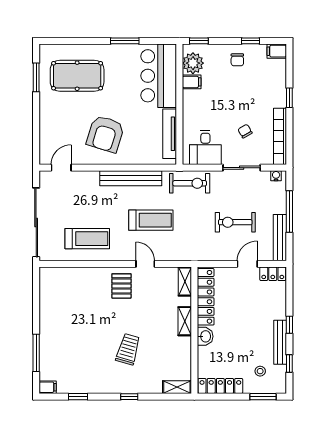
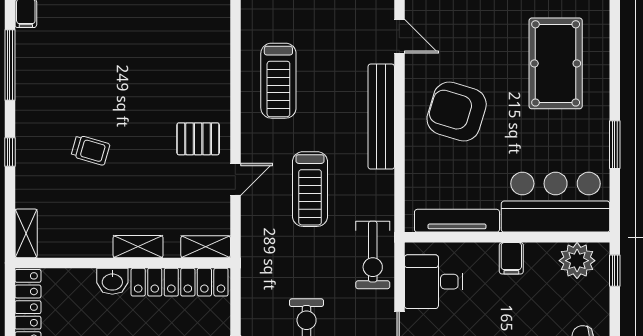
filing cabinet: (192, 82) -> (511, 258), moved
bench: (131, 178) -> (381, 117), moved
trolley: (128, 349) -> (90, 150), width x0.73, depth x0.72
window: (78, 397) -> (10, 65), width x2.17

